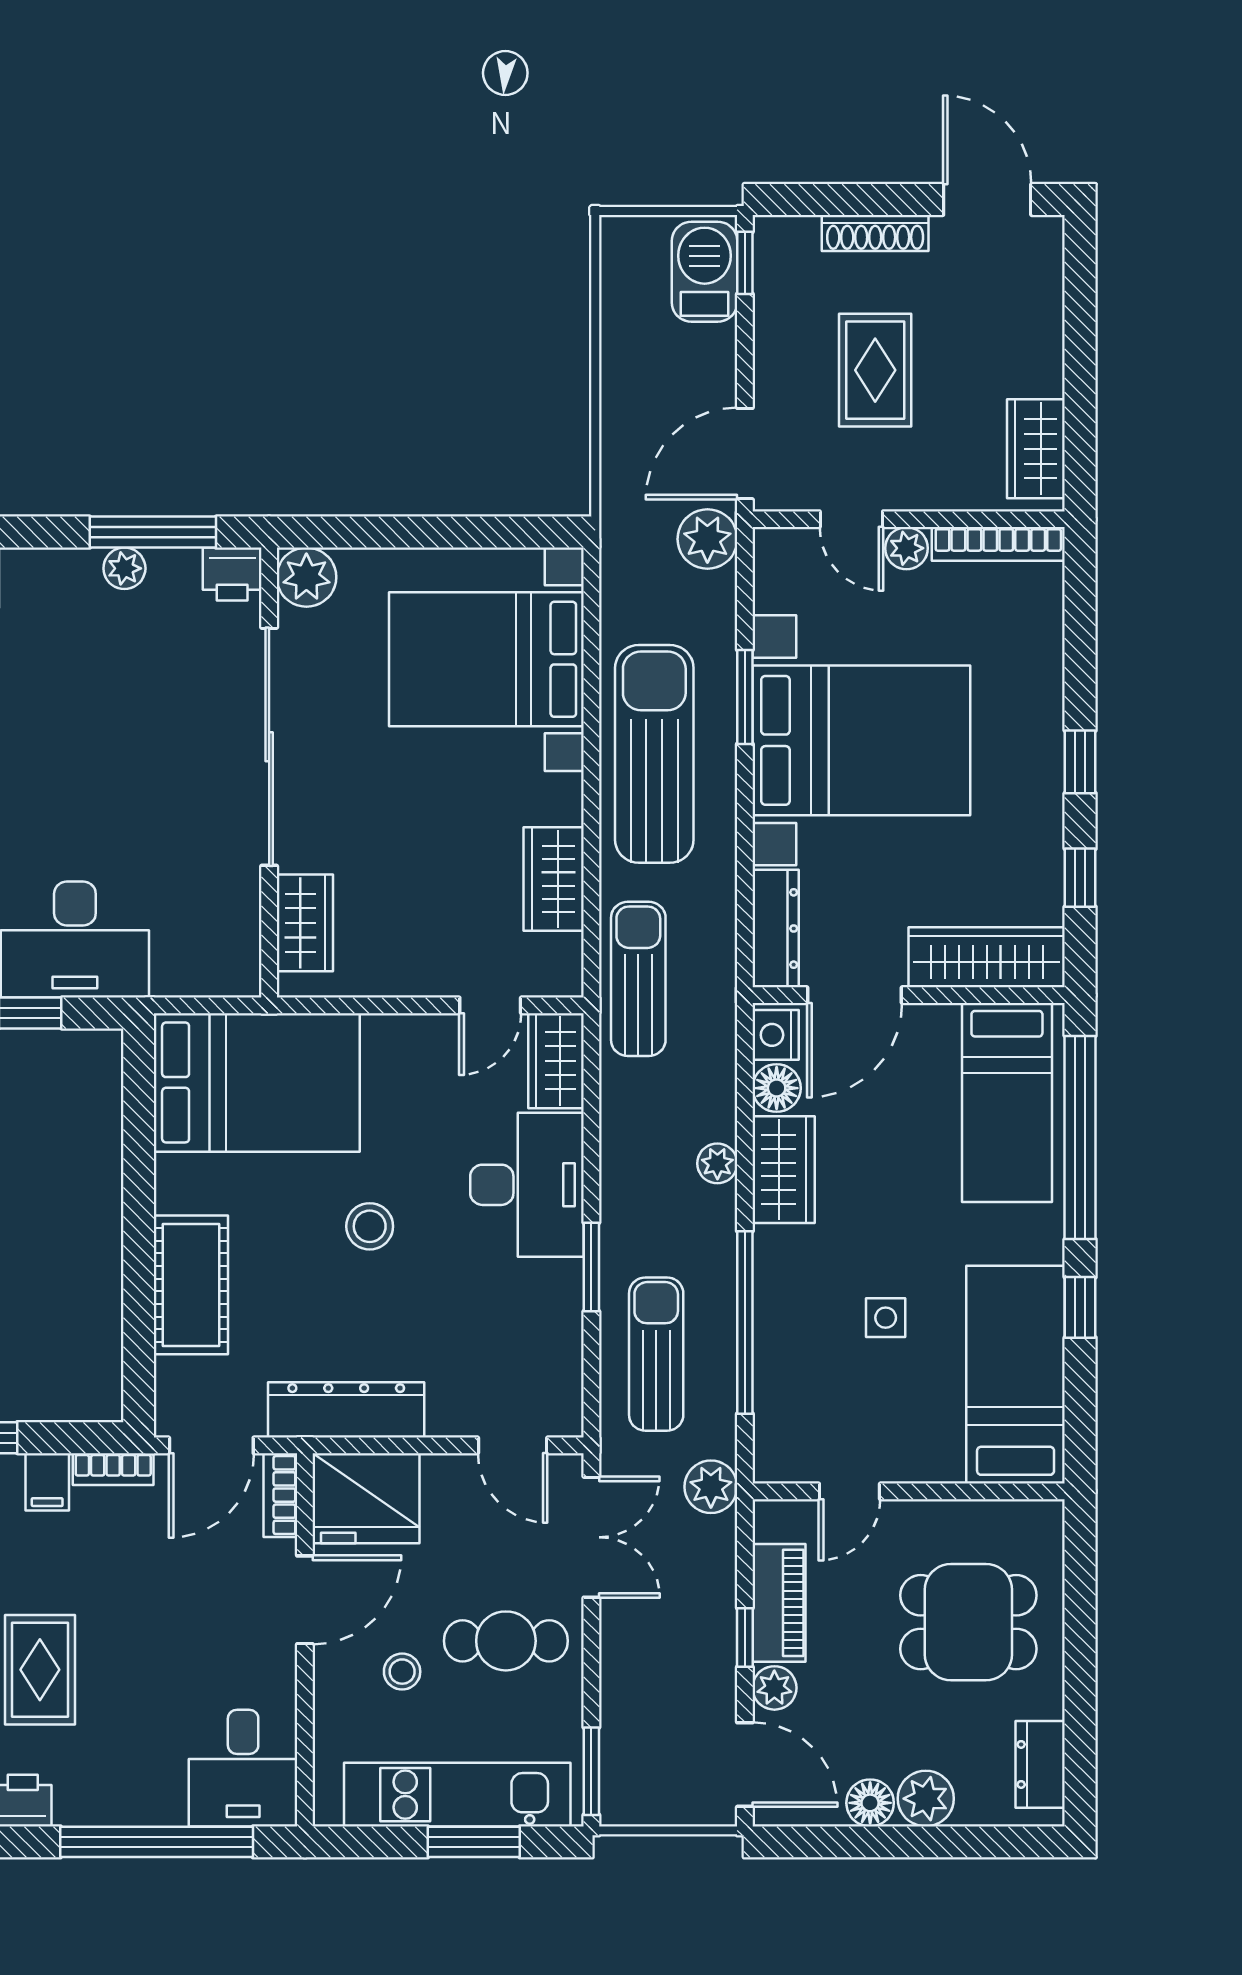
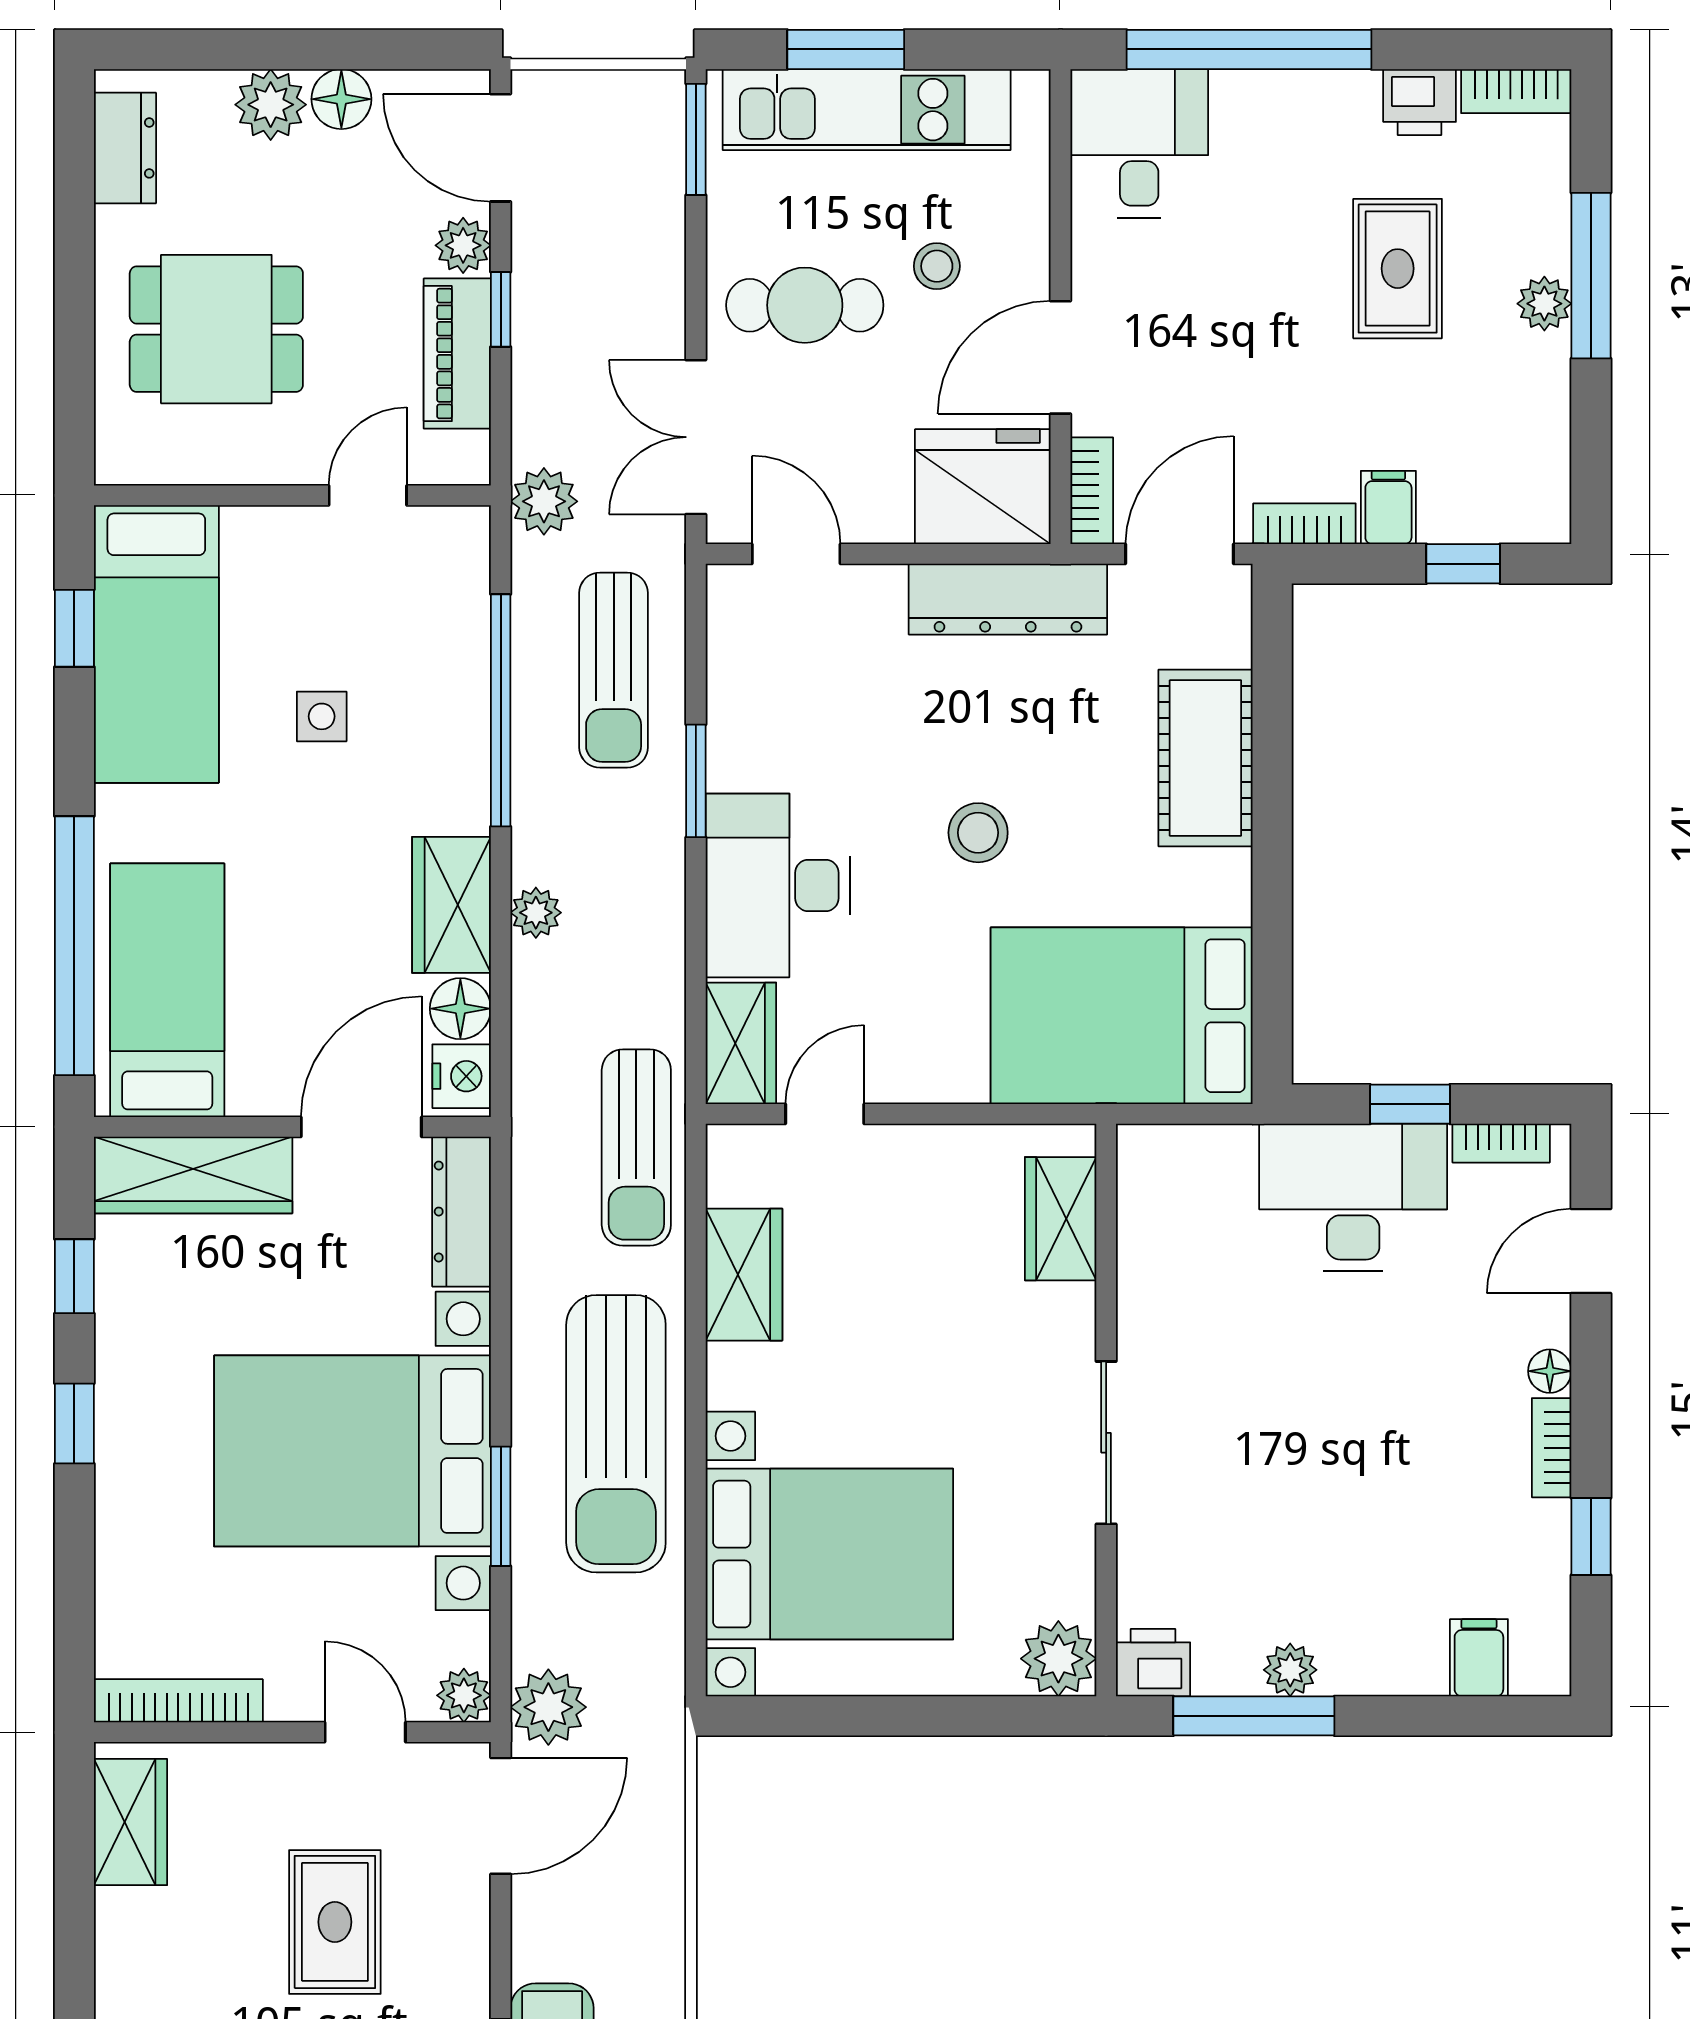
plant: (906, 548) -> (464, 1695), moved
sliding door: (269, 747) -> (1106, 1443), width x0.54
window: (1080, 1307) -> (74, 628), moved

